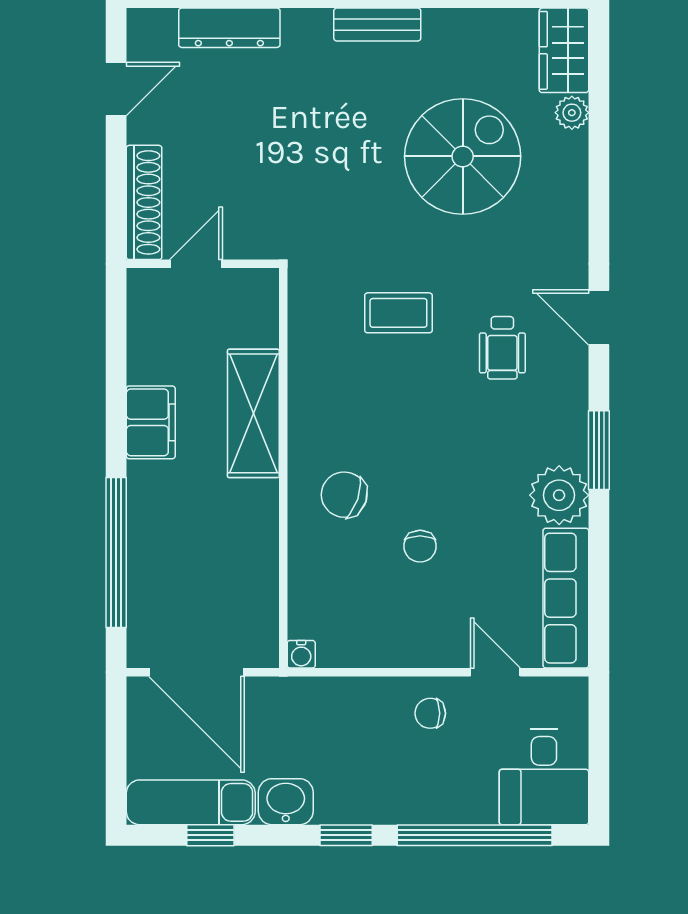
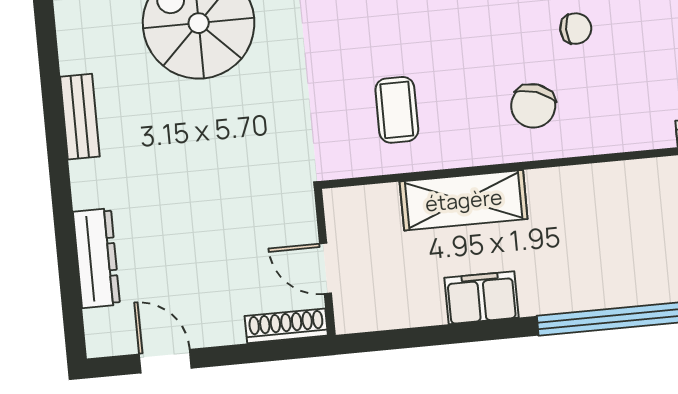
shoe rack: (144, 202) -> (286, 326), width x0.74, depth x0.81
coffee table: (398, 313) -> (397, 110), moved

